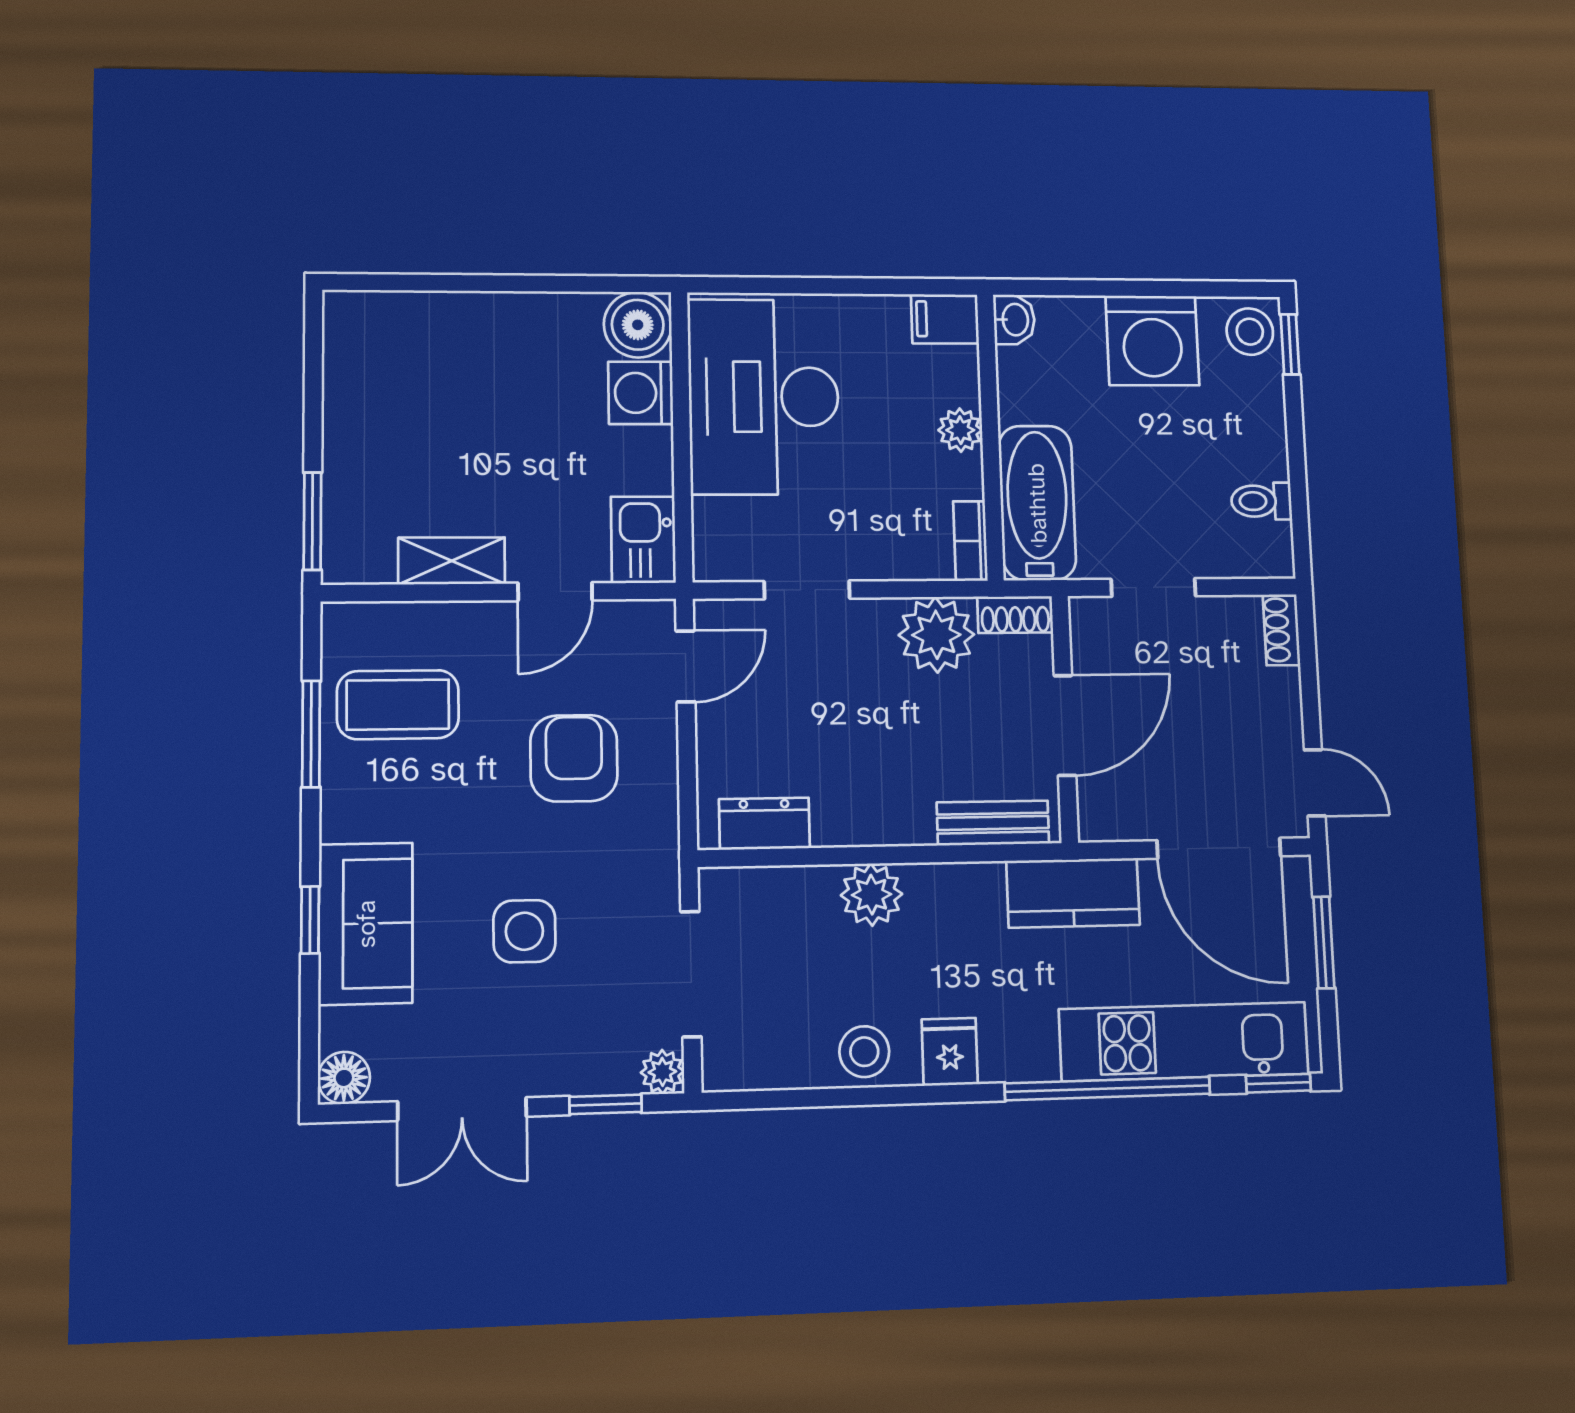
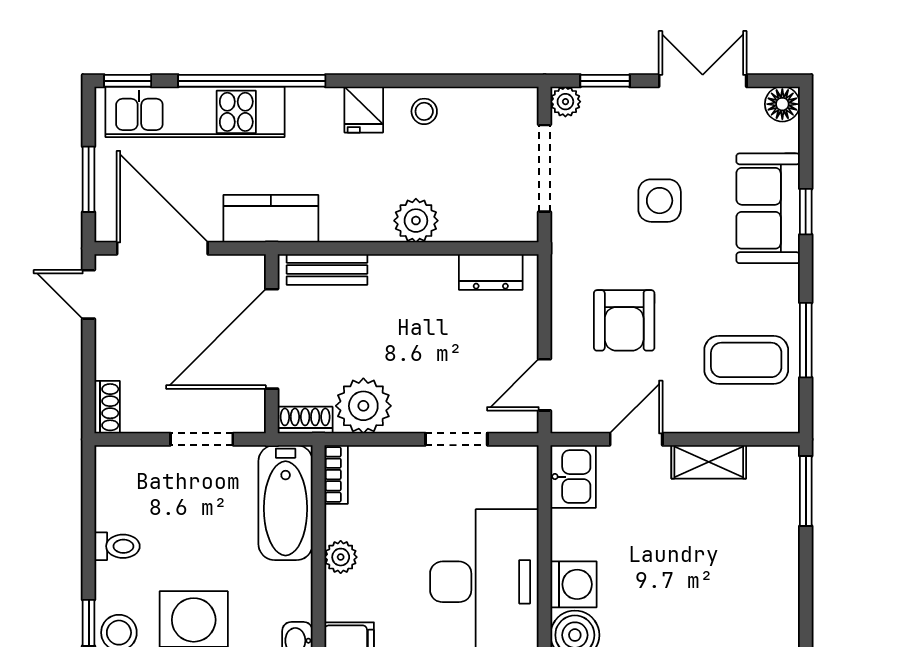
toilet: (1261, 501) -> (117, 546), moved
door: (1065, 725) -> (272, 339), width x1.36
stool: (864, 1052) -> (424, 111), width x0.73, depth x0.73

